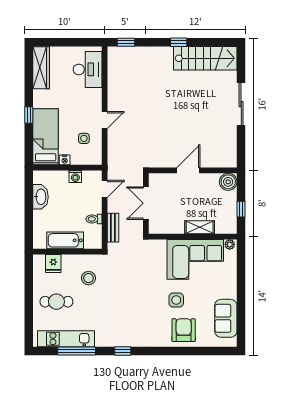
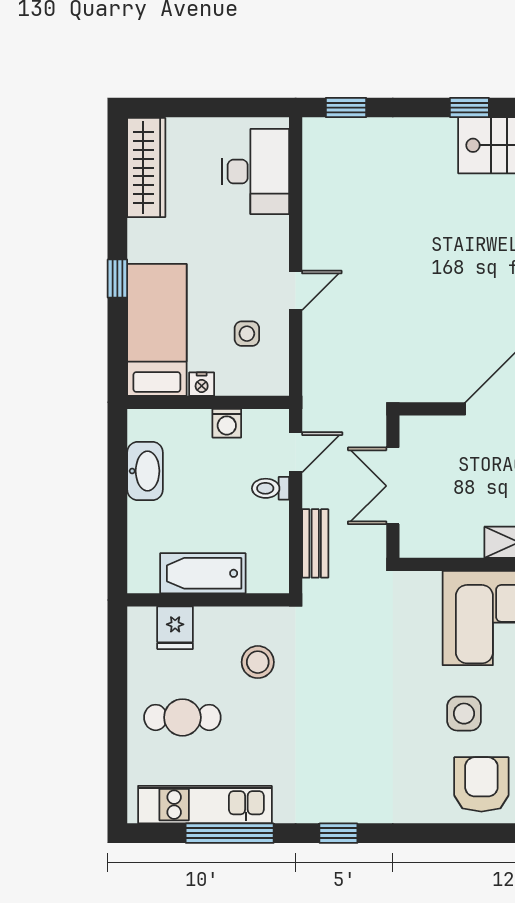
toilet: (94, 219) -> (271, 488), moved

